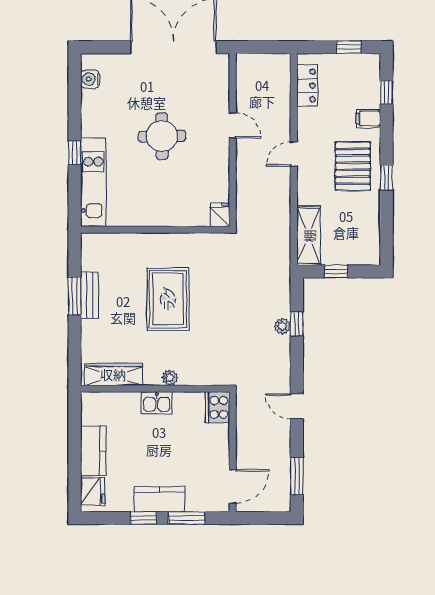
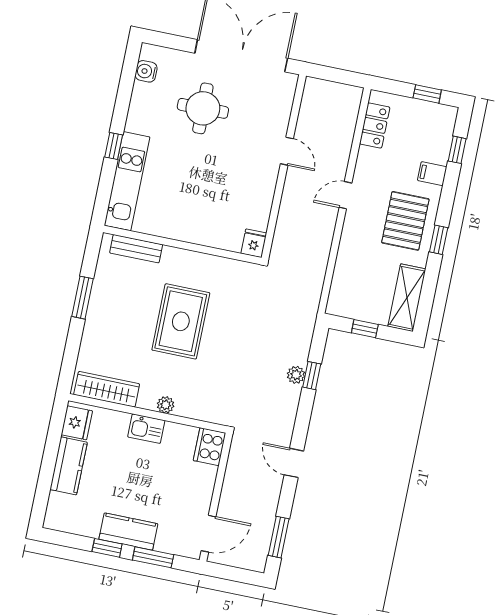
round table: (162, 136) -> (203, 108), moved
shelving: (309, 236) -> (407, 298), moved
bench: (90, 295) -> (136, 249), moved, turned 90
fridge: (93, 491) -> (77, 423), moved

